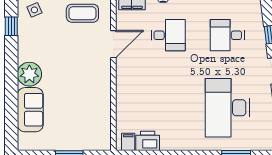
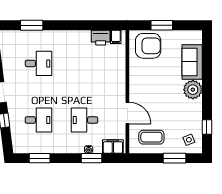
door: (113, 44) -> (127, 113), swing flipped
desk: (227, 108) -> (39, 63), width x0.53, depth x0.77
armchair: (87, 130) -> (148, 46), added

